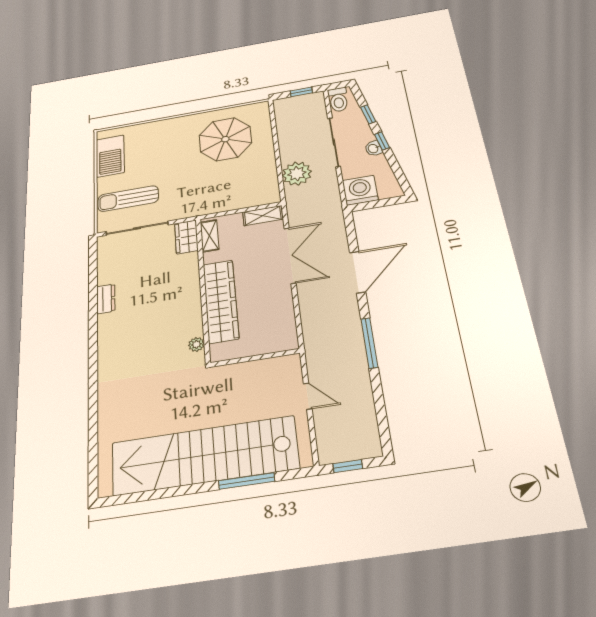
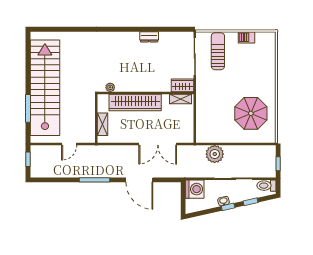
barbecue: (110, 156) -> (246, 37), width x0.53, depth x0.65
shelving: (263, 216) -> (103, 124), moved

